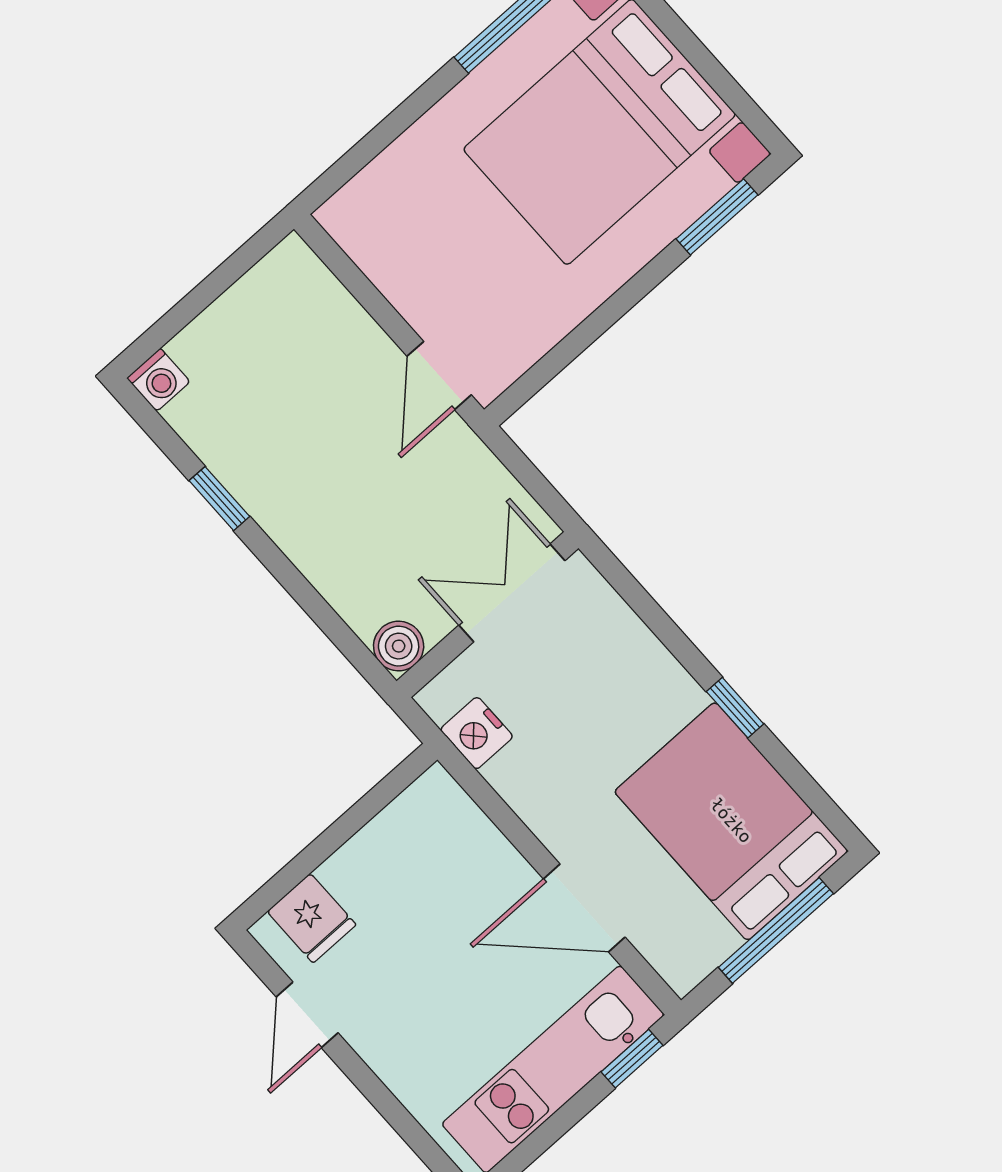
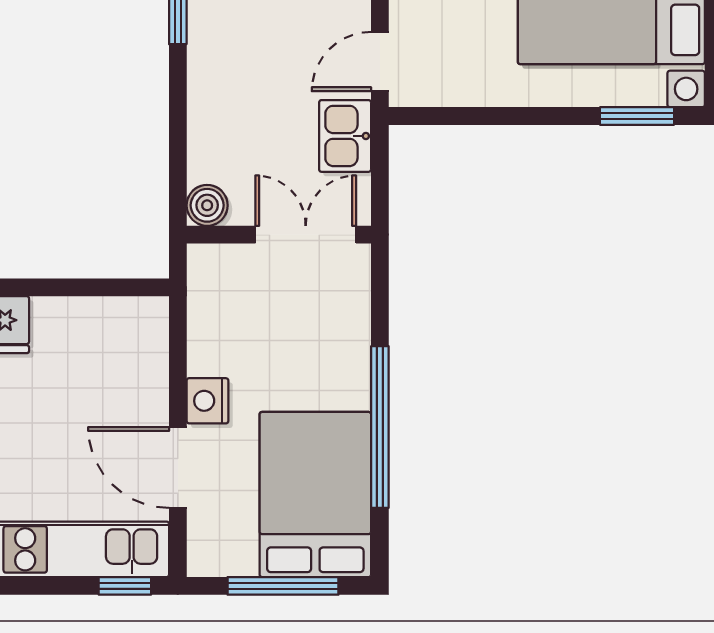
kitchen sink: (468, 471) -> (345, 136), added
window: (735, 708) -> (380, 427), width x3.17
nightstand: (477, 733) -> (207, 401), moved

